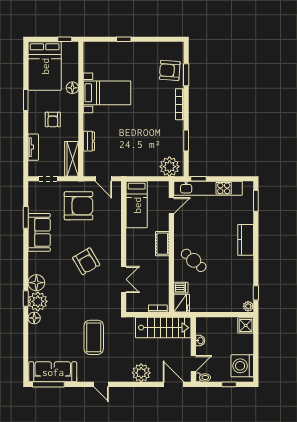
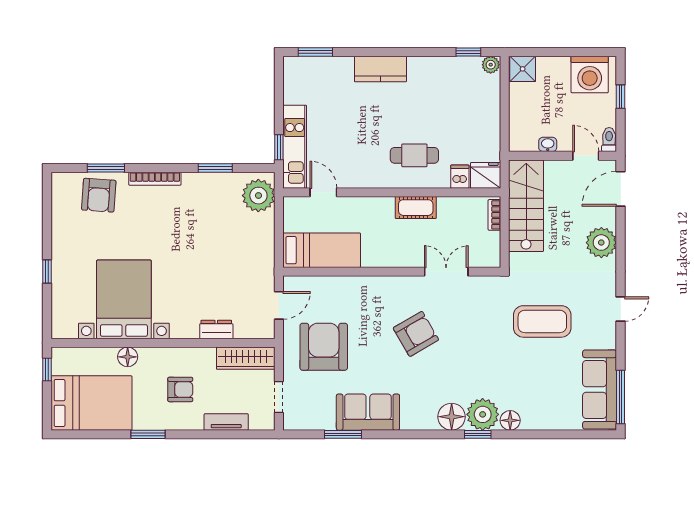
bed with nightstands: (107, 93) -> (124, 299), width x1.36
kitchen unit: (208, 188) -> (295, 147), width x0.73
cot: (162, 244) -> (416, 208), moved
cafe table: (194, 260) -> (414, 155), turned 49

